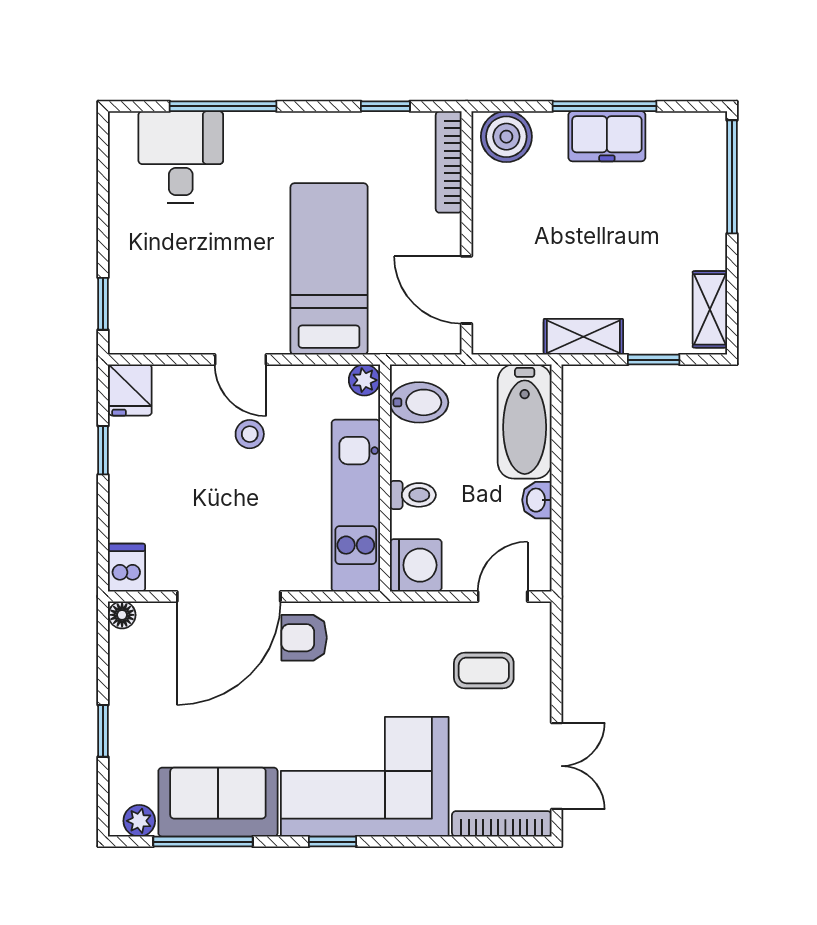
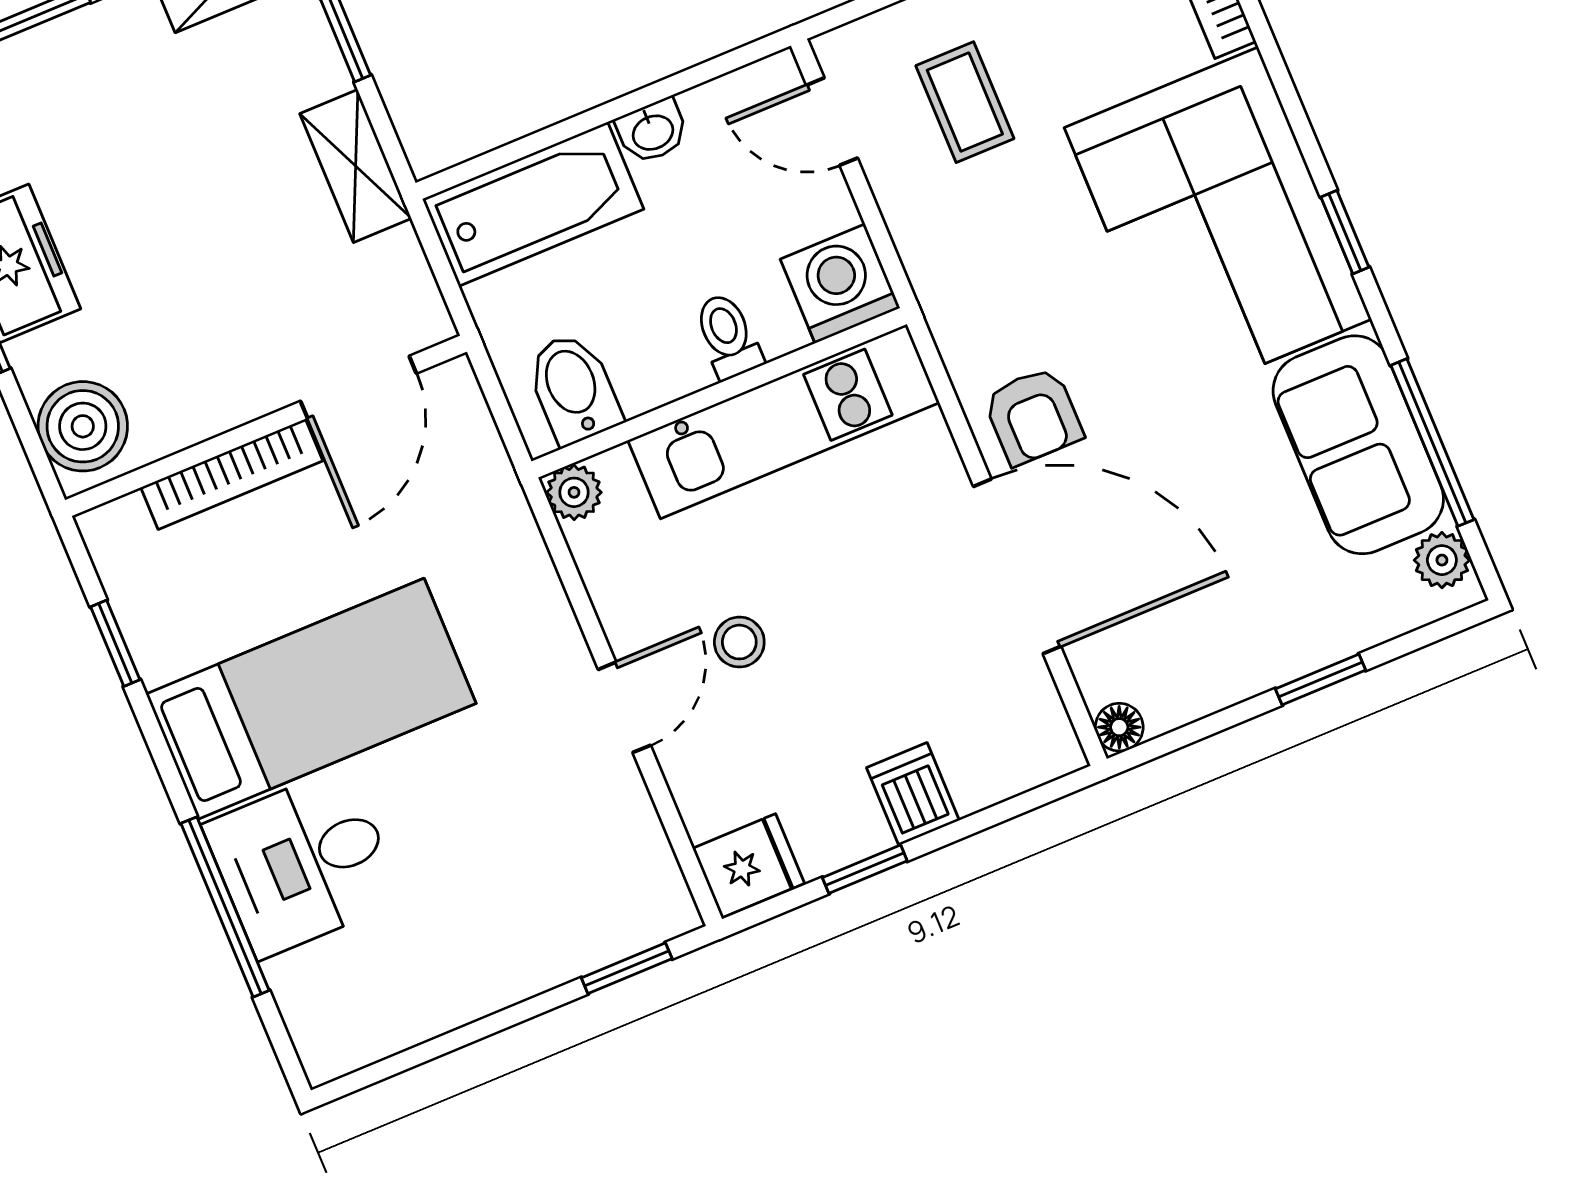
desk: (181, 157) -> (303, 863), moved
bookcase: (449, 162) -> (232, 474), moved
bed: (329, 269) -> (311, 699), moved, turned 180
dishwasher: (127, 568) -> (913, 794), moved, turned 90

